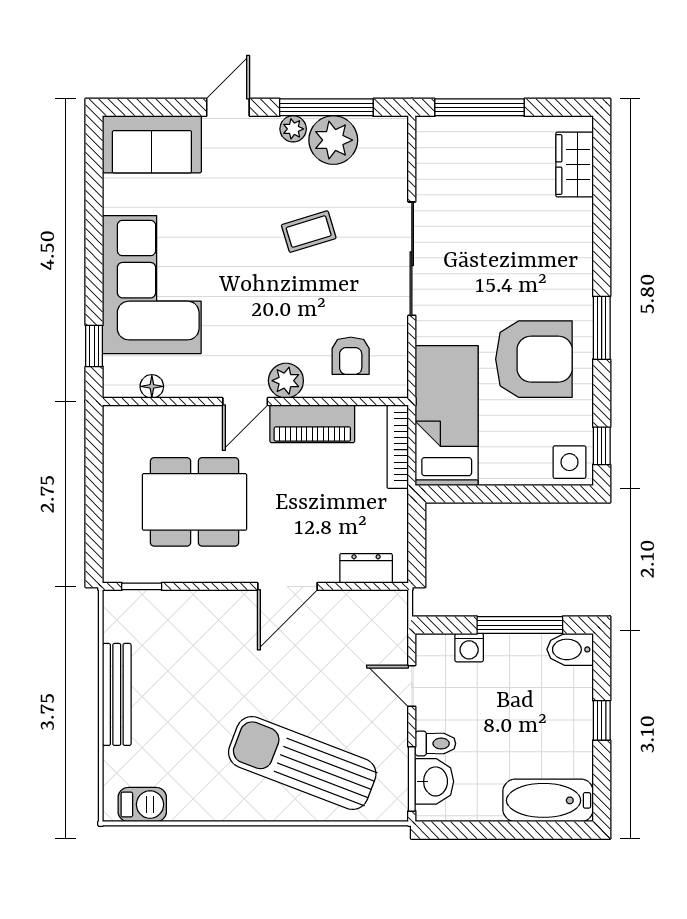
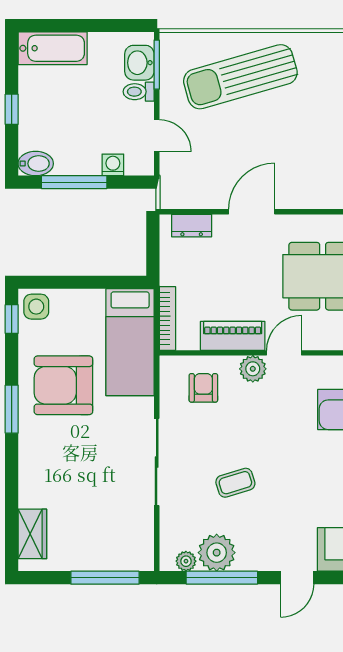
plant: (293, 129) -> (186, 561), moved
sun lounger: (302, 763) -> (240, 77), turned 143

